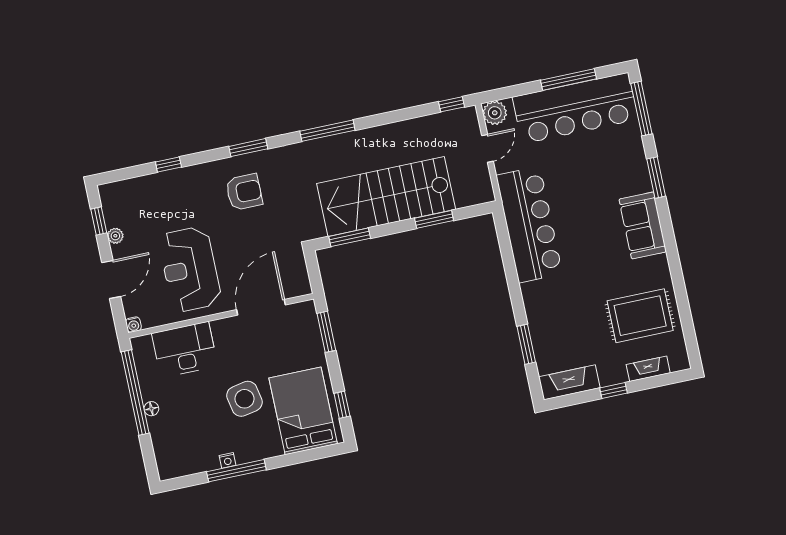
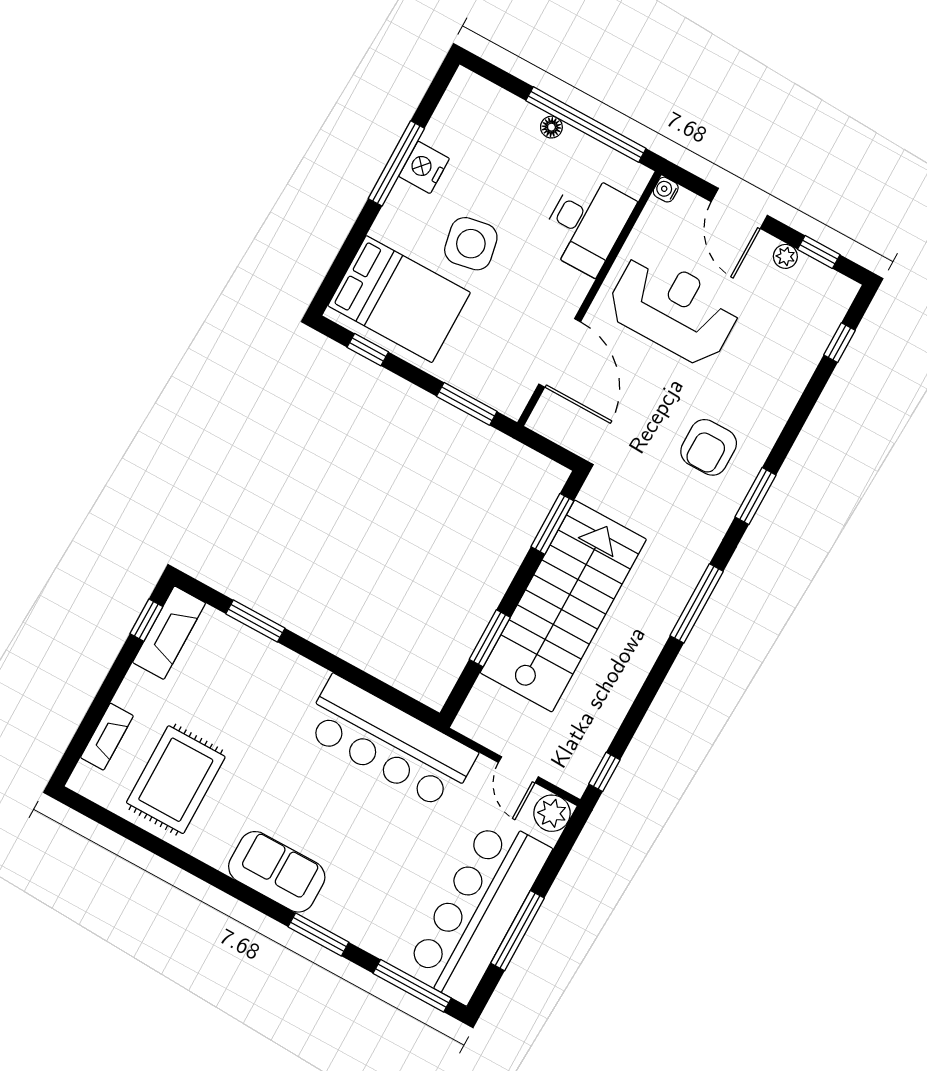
window: (168, 165) -> (839, 343), moved
window: (614, 391) -> (146, 620), moved
nightstand: (228, 460) -> (424, 167), width x1.89, depth x1.79

